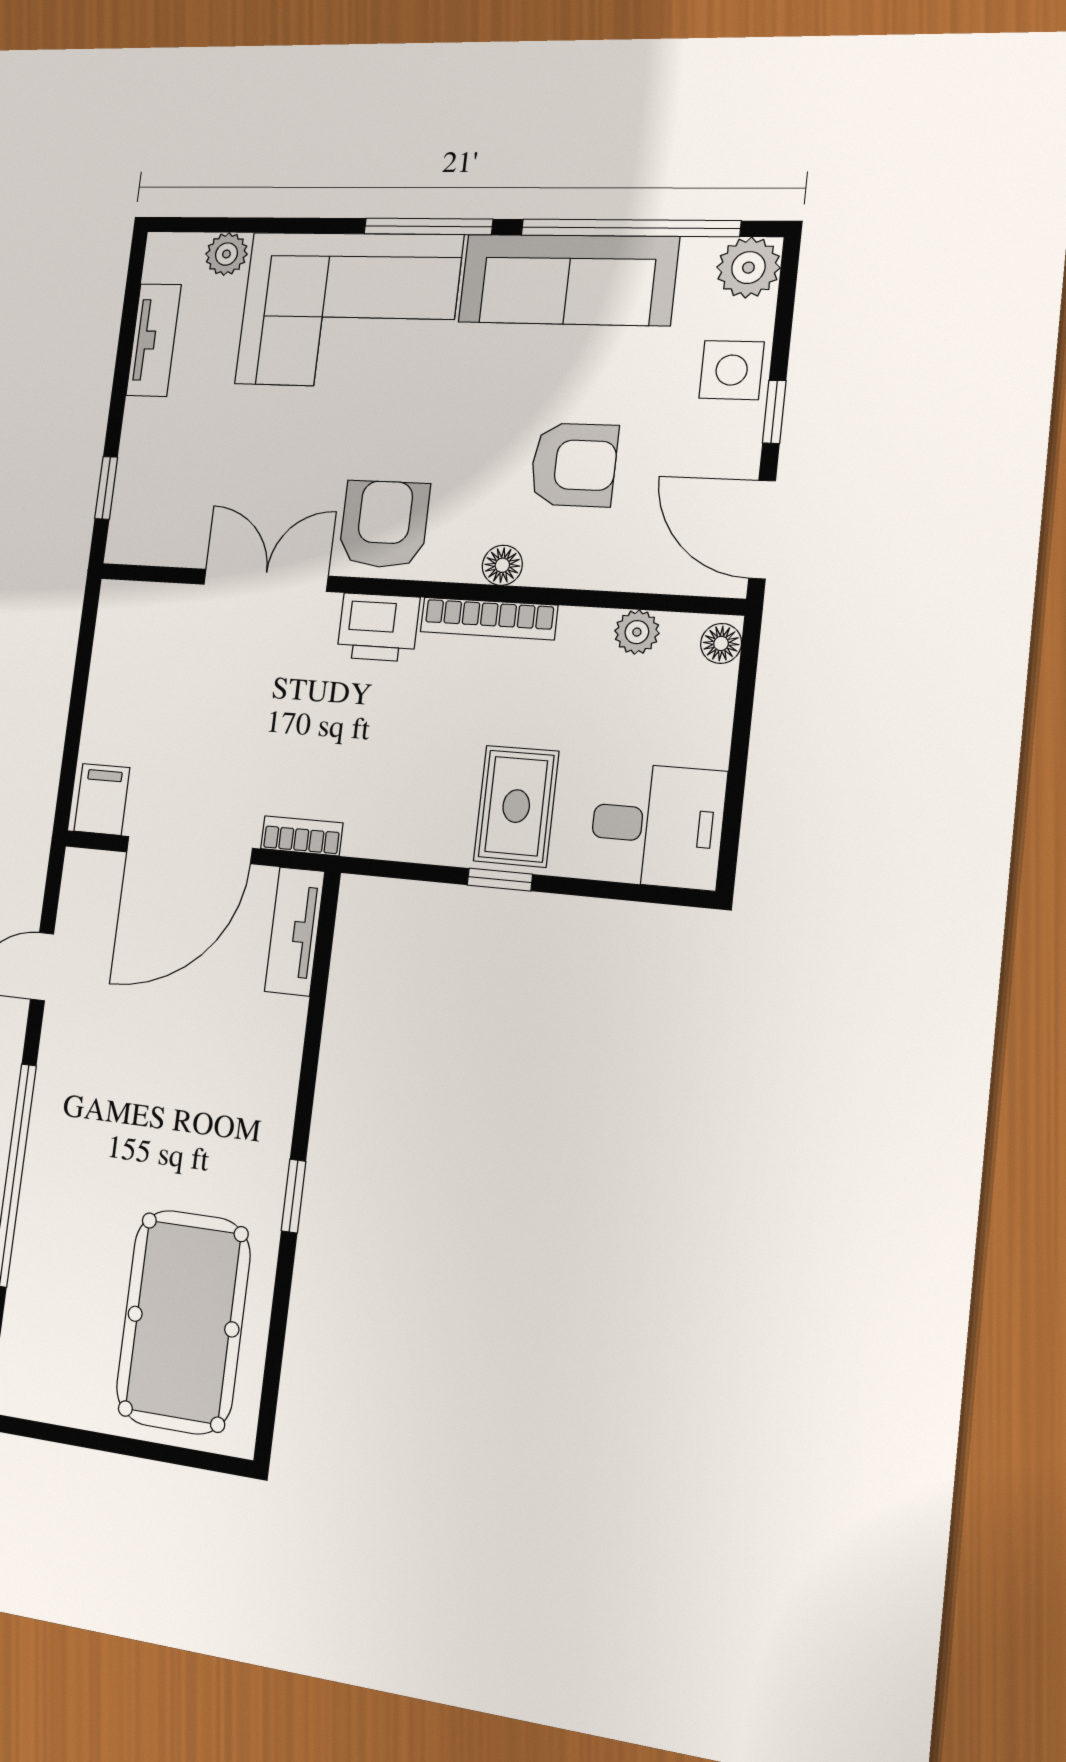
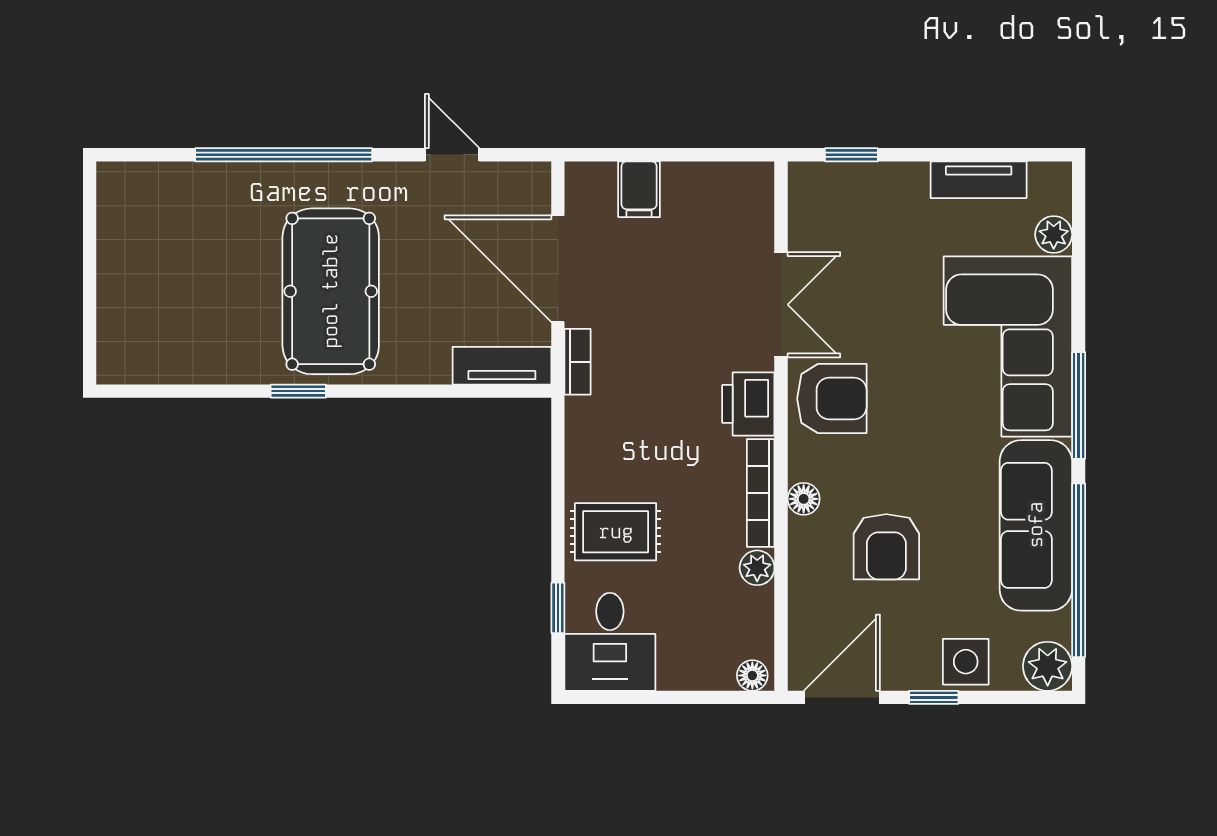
plant: (637, 632) -> (757, 568), moved
filing cabinet: (102, 799) -> (639, 189), moved, turned 90
window: (500, 880) -> (558, 608), moved
pool table: (183, 1322) -> (331, 291), moved, turned 90

